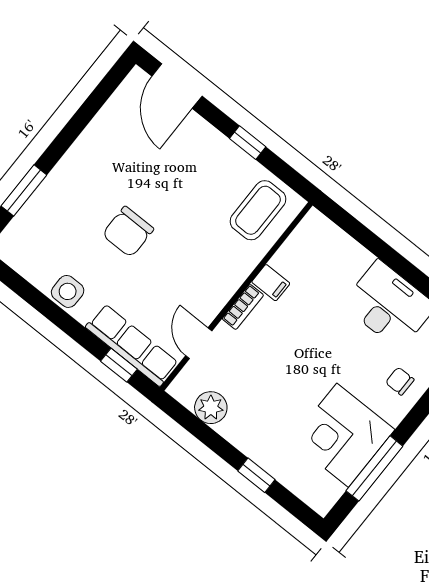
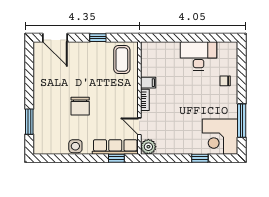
plant: (211, 408) -> (148, 147), moved
corner desk: (343, 435) -> (220, 137), moved

